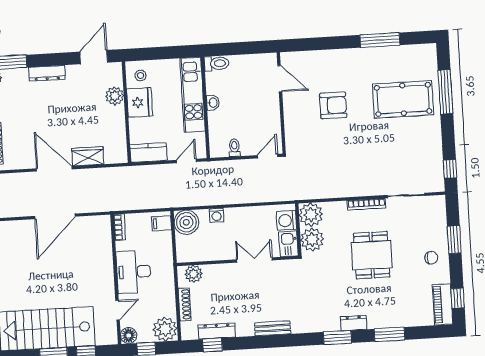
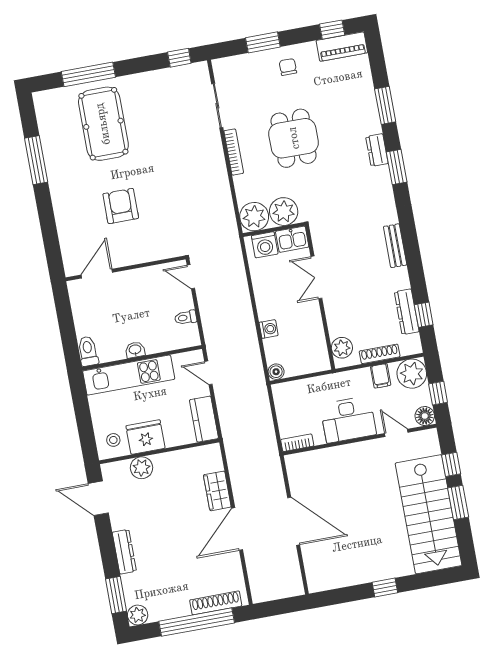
boiler: (186, 222) -> (276, 372), width x0.54, depth x0.54
filing cabinet: (162, 223) -> (381, 376), moved
dining table: (372, 255) -> (294, 138), turned 90

